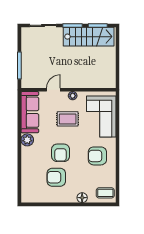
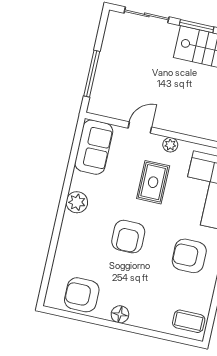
sofa: (30, 112) -> (94, 147), width x0.73
rug: (68, 119) -> (153, 182), turned 90
armchair: (56, 177) -> (82, 295), moved
floor lamp: (82, 198) -> (120, 314), moved

